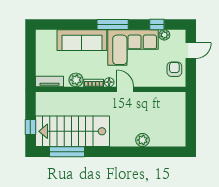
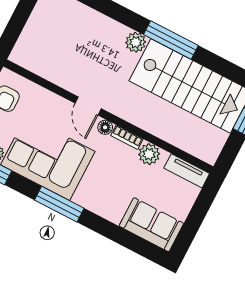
sofa: (82, 40) -> (151, 225), moved, width x0.73
plant: (143, 140) -> (136, 42), moved
window: (67, 152) -> (171, 40), moved

